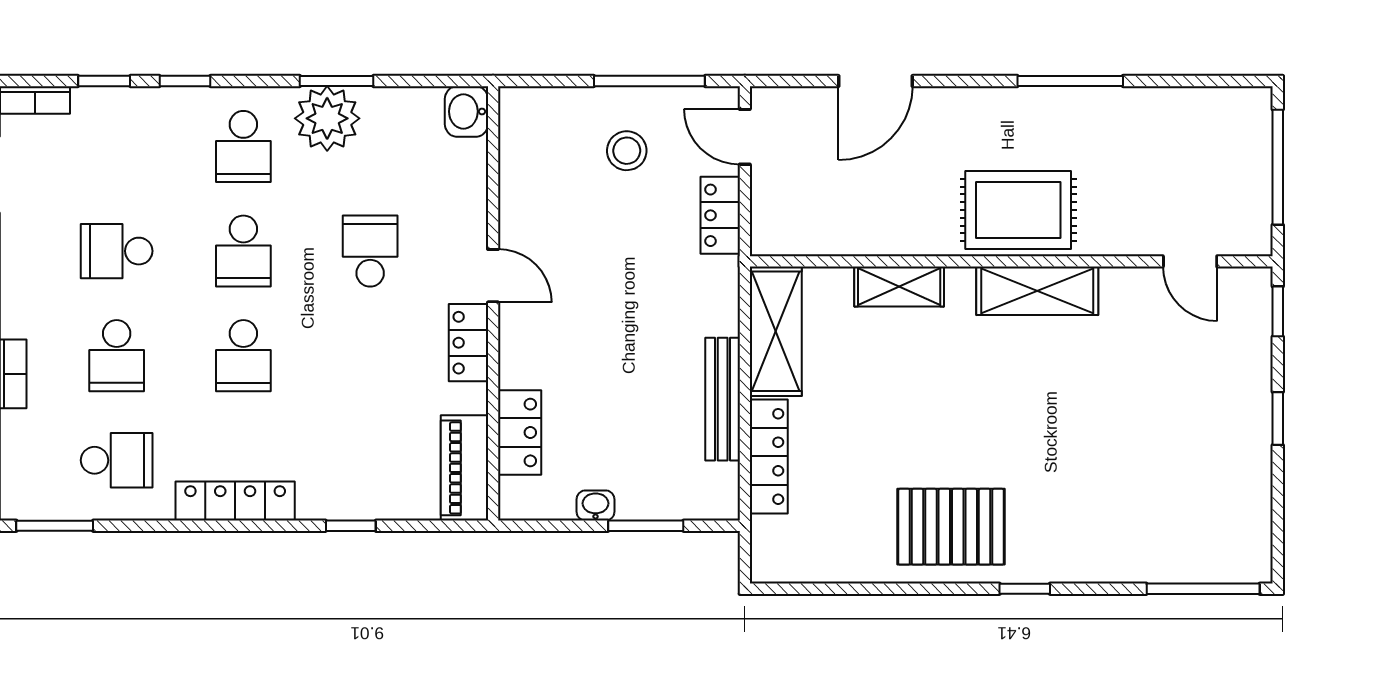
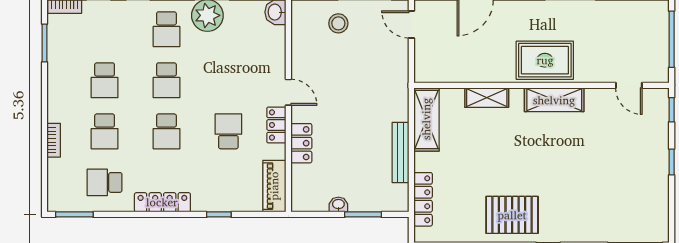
stool: (627, 151) -> (338, 23), moved
locker: (720, 215) -> (399, 63), removed
school desk: (117, 251) -> (105, 80), turned -90
school desk: (370, 251) -> (228, 131), moved
locker: (520, 432) -> (301, 143), moved
locker: (769, 456) -> (423, 199), moved
school desk: (117, 460) -> (105, 182), turned 180

